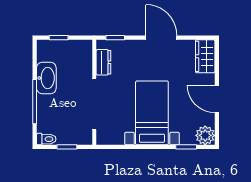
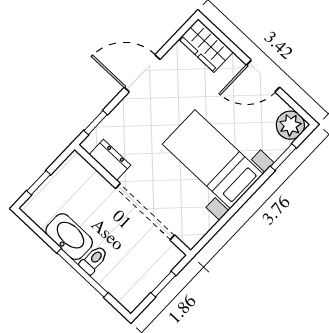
toilet: (46, 139) -> (94, 260), moved

